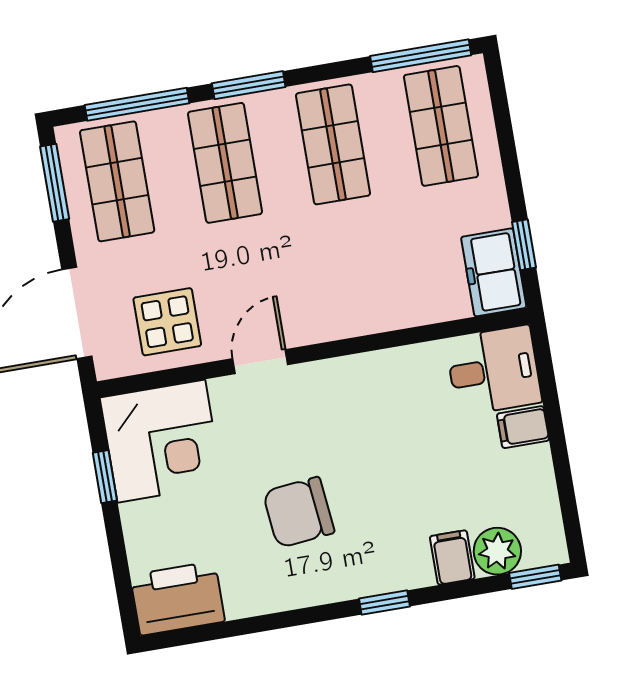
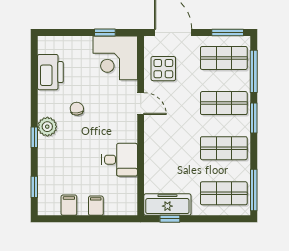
freezer: (494, 272) -> (167, 205), width x1.40
desk: (494, 370) -> (120, 160), moved, turned -90
chair: (299, 512) -> (77, 109), width x0.54, depth x0.54
plant: (497, 551) -> (47, 127), moved
filing cabinet: (452, 557) -> (69, 205), moved, turned -90
window: (535, 577) -> (34, 187), moved
printer: (178, 598) -> (50, 72), moved

